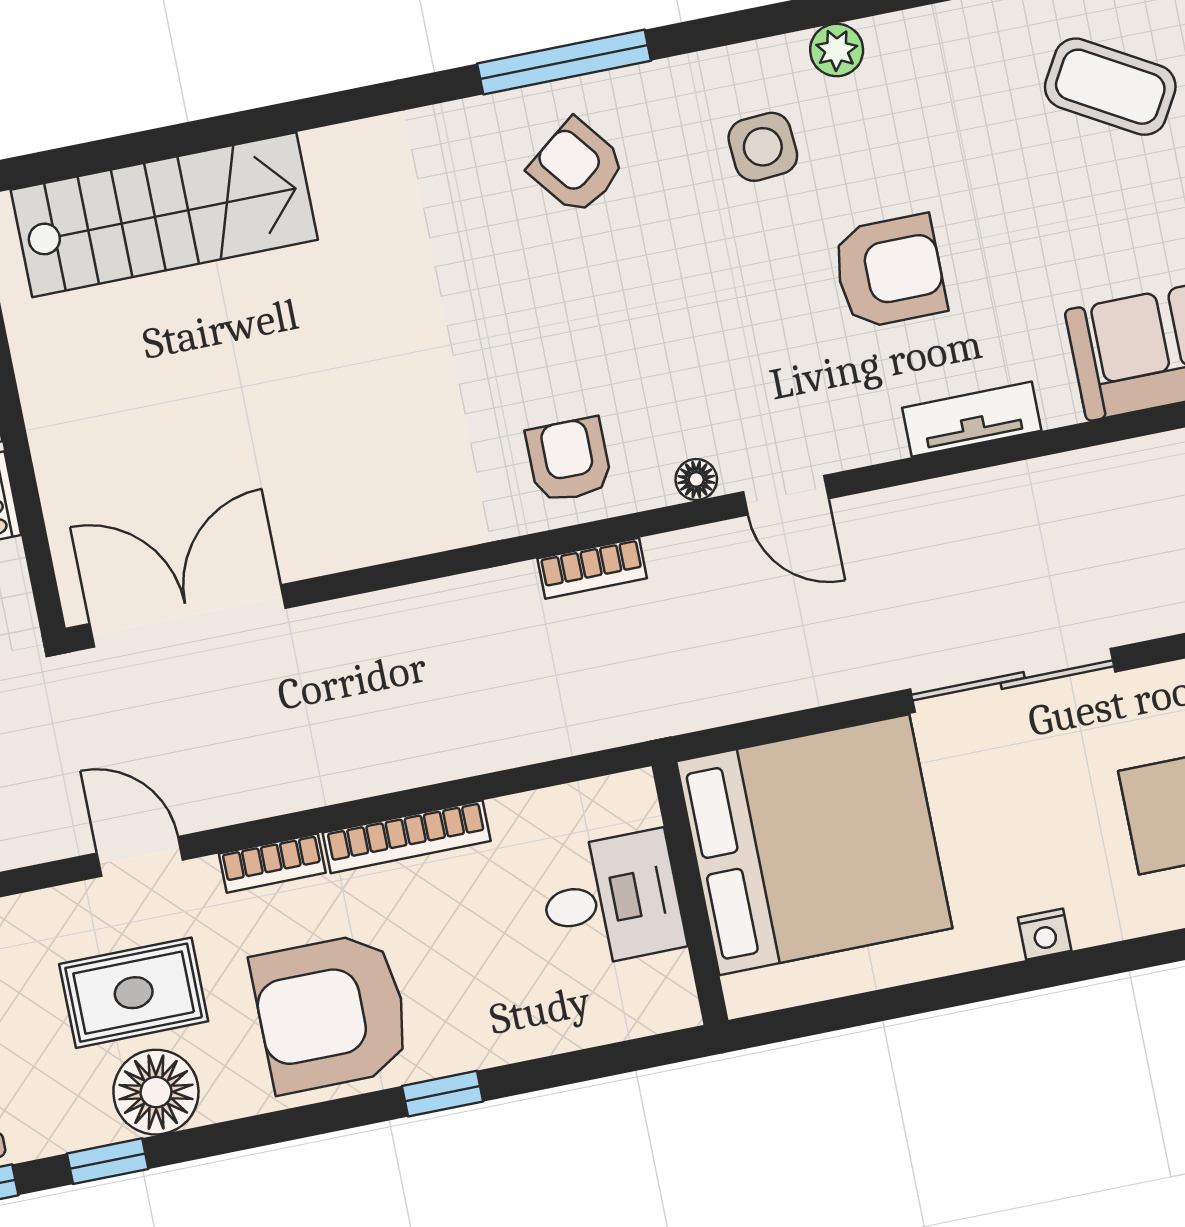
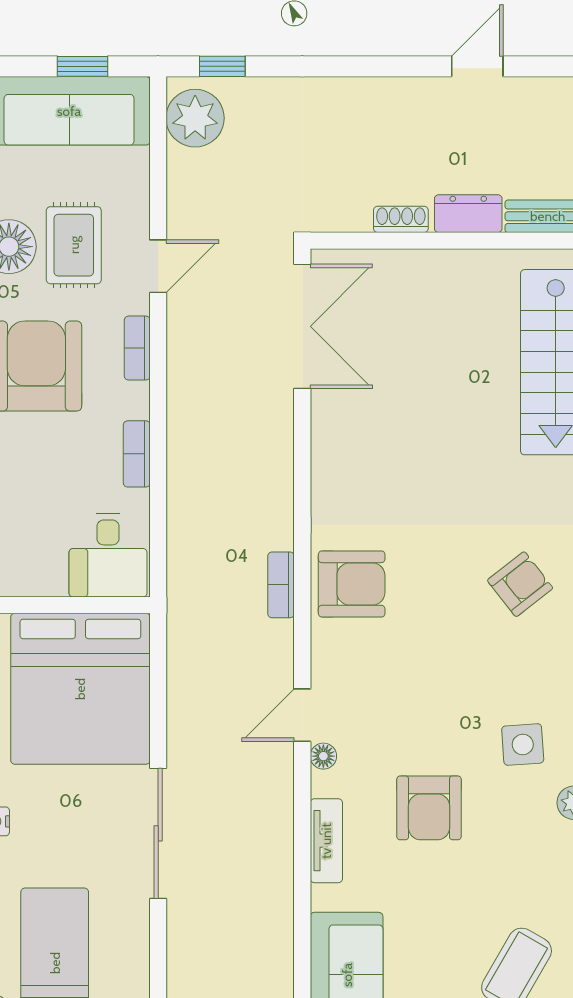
armchair: (577, 167) -> (520, 584), moved
armchair: (569, 460) -> (352, 584), width x1.38, depth x1.38
floor lamp: (696, 480) -> (323, 756), moved
bookcase: (407, 837) -> (137, 454), width x0.64
desk: (611, 900) -> (108, 555), moved

